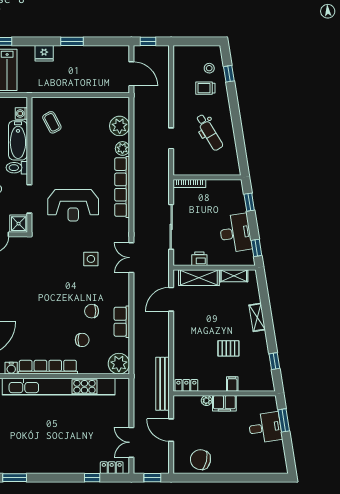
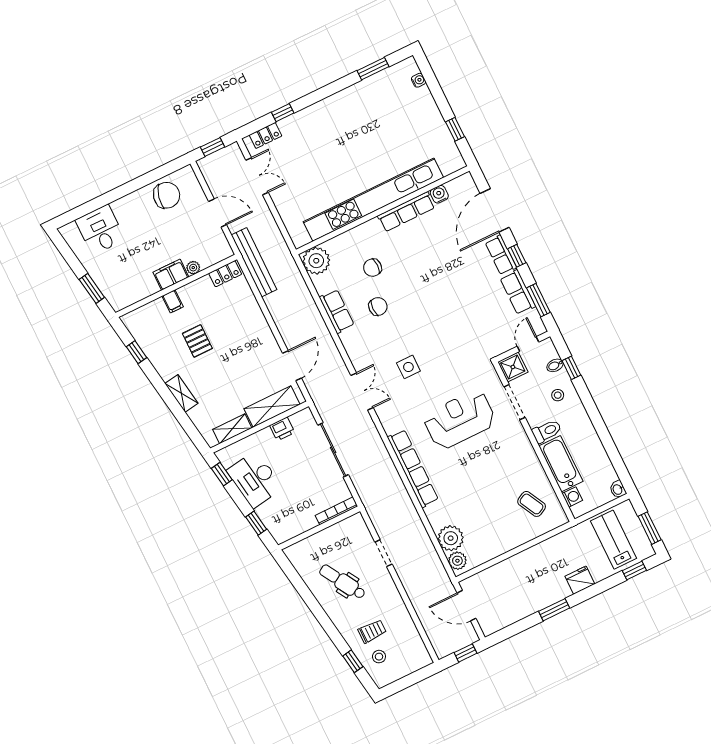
plant: (122, 148) -> (457, 561), moved
pallet: (228, 348) -> (197, 341), turned 90
row of seats: (48, 367) -> (406, 212), width x0.73
desk: (265, 428) -> (100, 230), moved, turned 99

